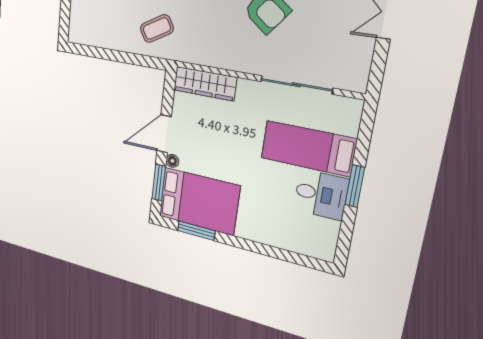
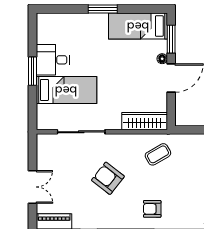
coffee table: (157, 29) -> (158, 154), moved
bed: (199, 201) -> (138, 26), width x0.67
window: (196, 231) -> (103, 9), moved

